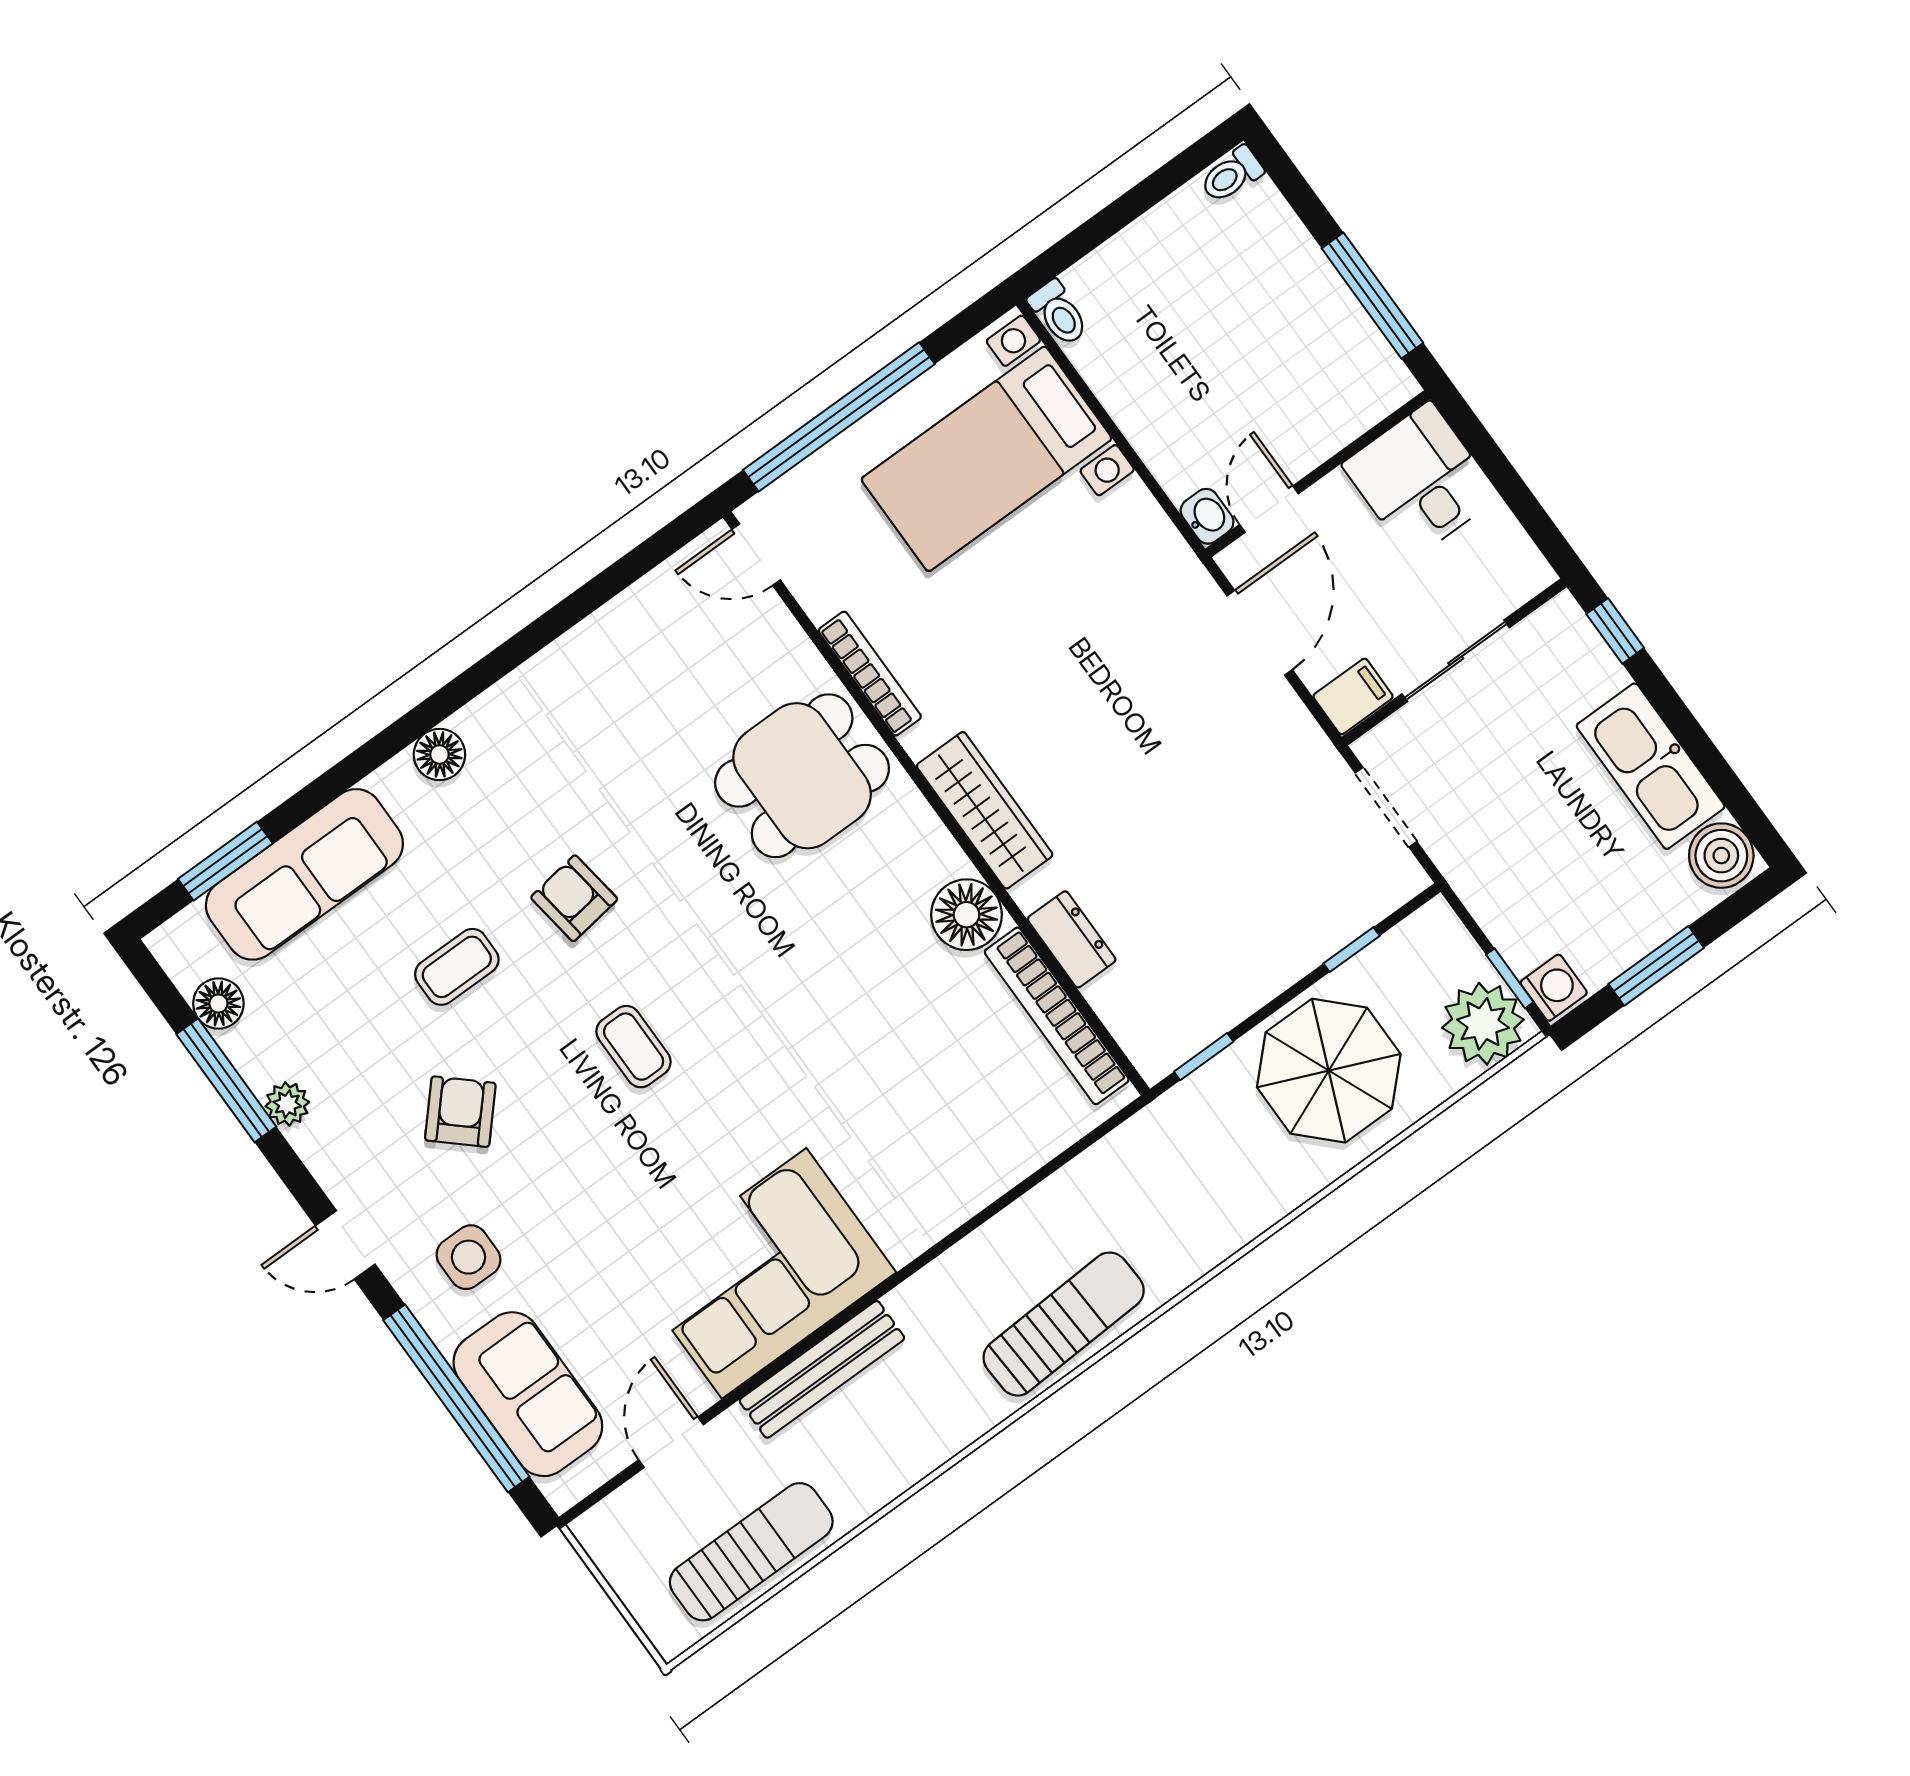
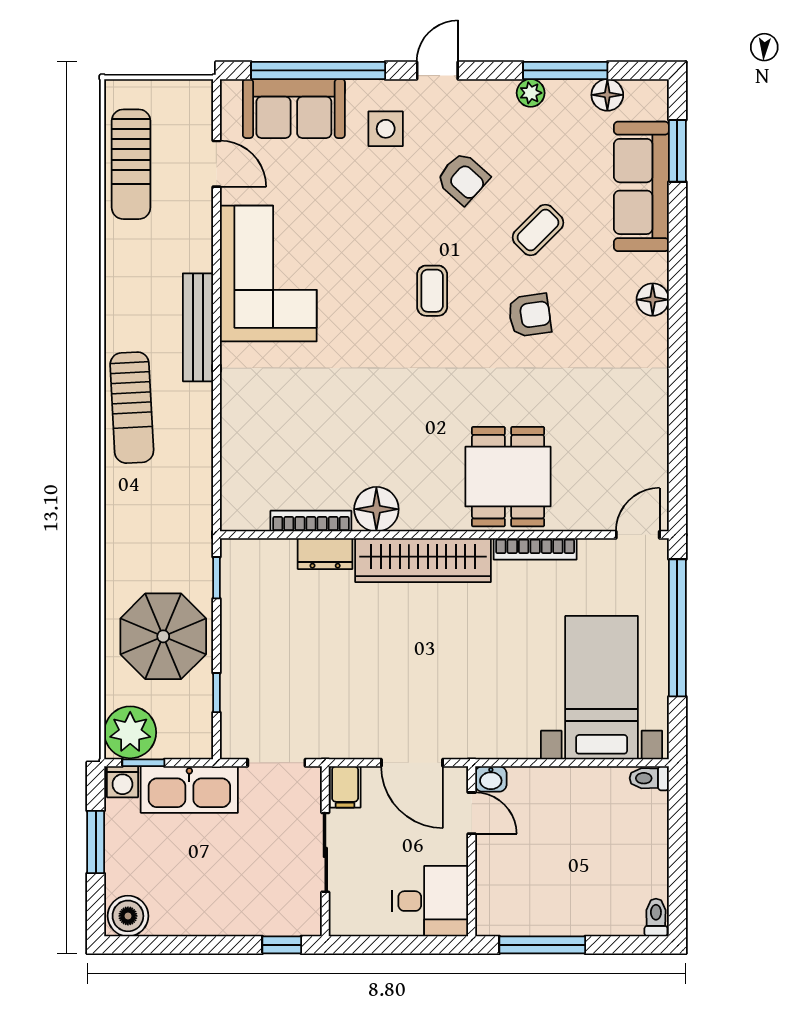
kitchen sink: (1651, 766) -> (189, 790), moved, turned 180
wardrobe: (985, 810) -> (423, 560), width x1.40, depth x1.17
coffee table: (457, 967) -> (538, 230), turned 45
bookcase: (1057, 1016) -> (311, 521), width x0.68, depth x0.76
coffee table: (634, 1047) -> (432, 291), turned 90
bench: (822, 1369) -> (198, 327), moved

